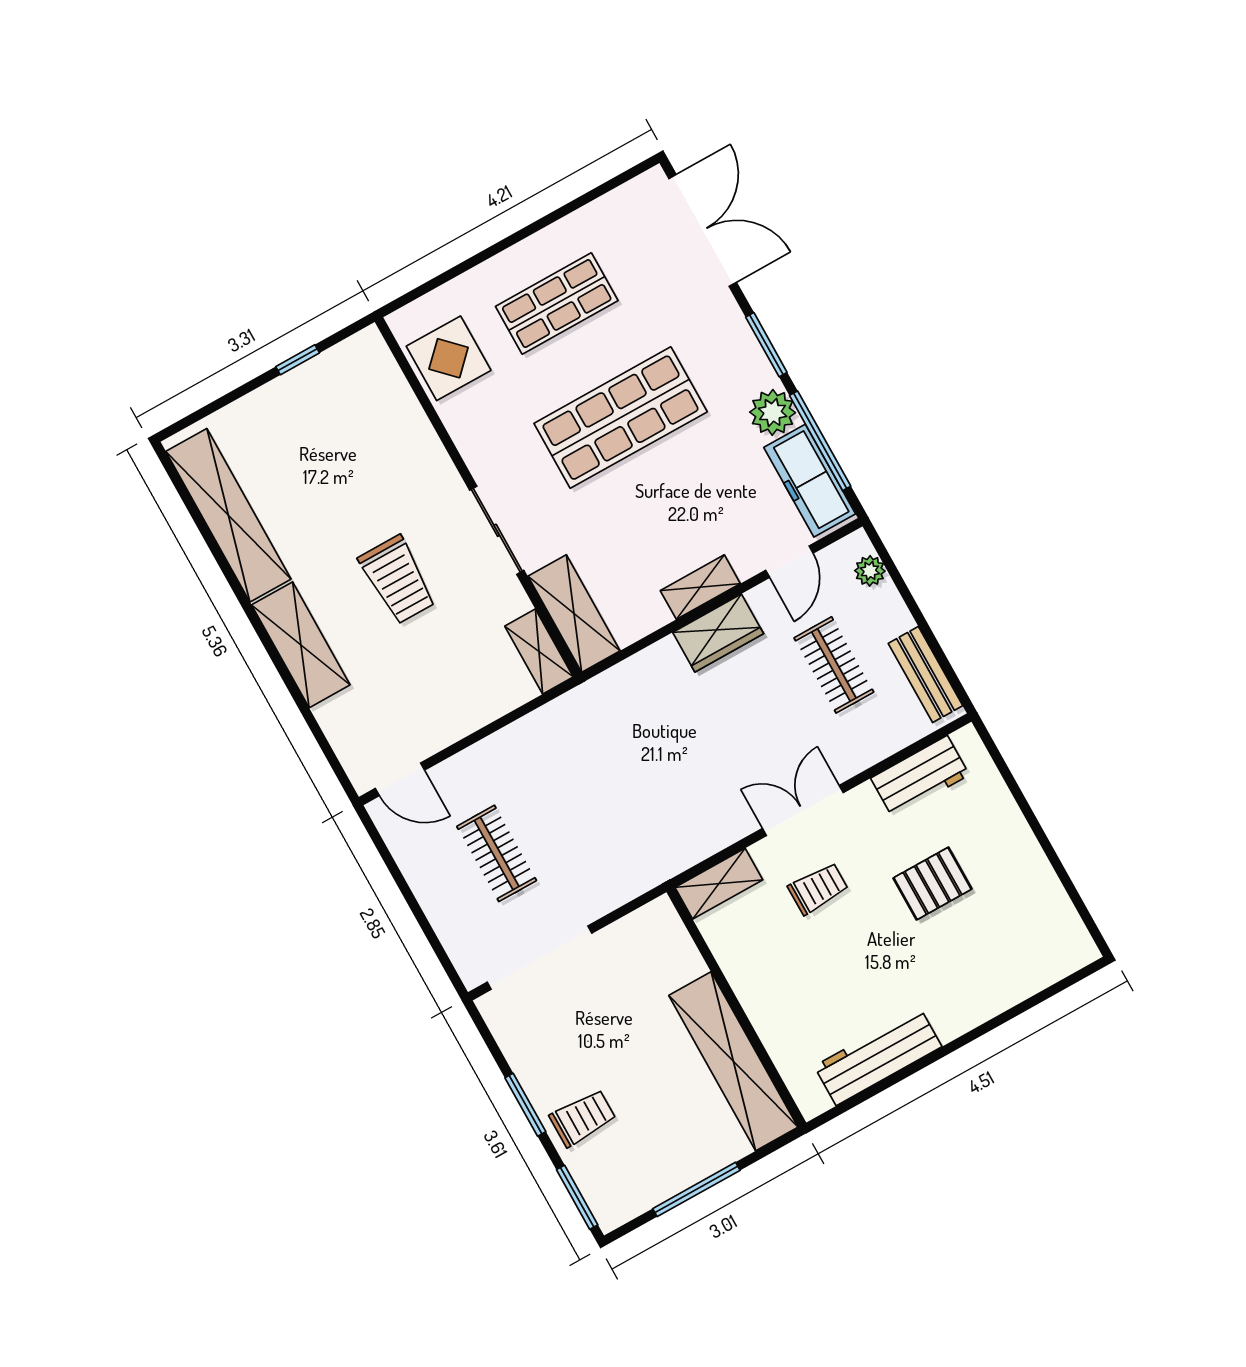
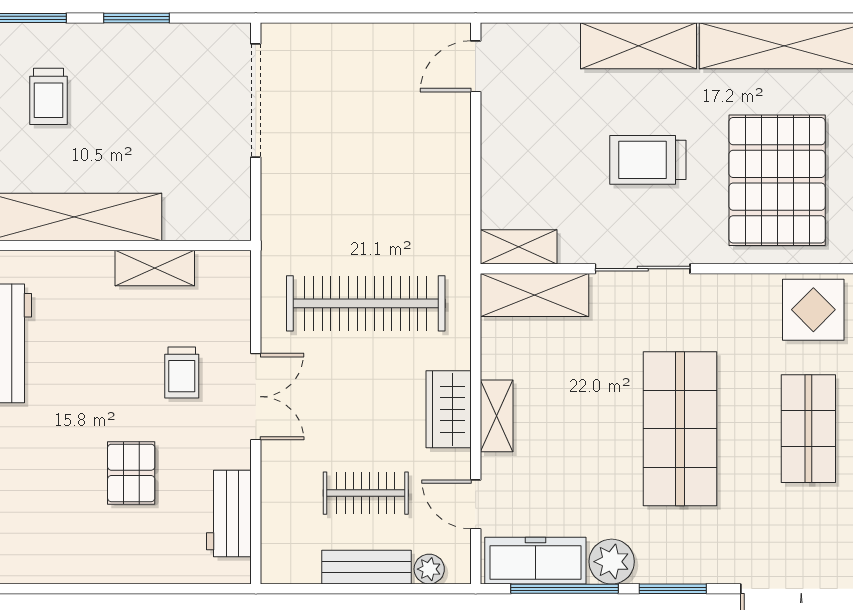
pallet: (351, 455) -> (777, 180), added
bench: (925, 675) -> (366, 567), moved
clothes rail: (497, 853) -> (366, 303), moved, width x1.86, depth x1.31
shelving: (719, 884) -> (155, 268), moved, turned 90
trolley: (583, 1118) -> (49, 96), moved

